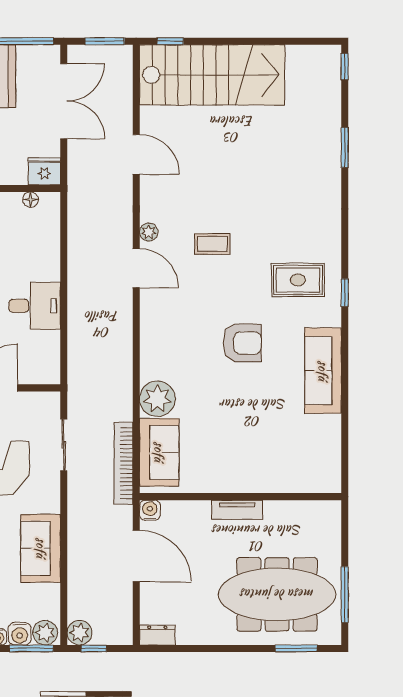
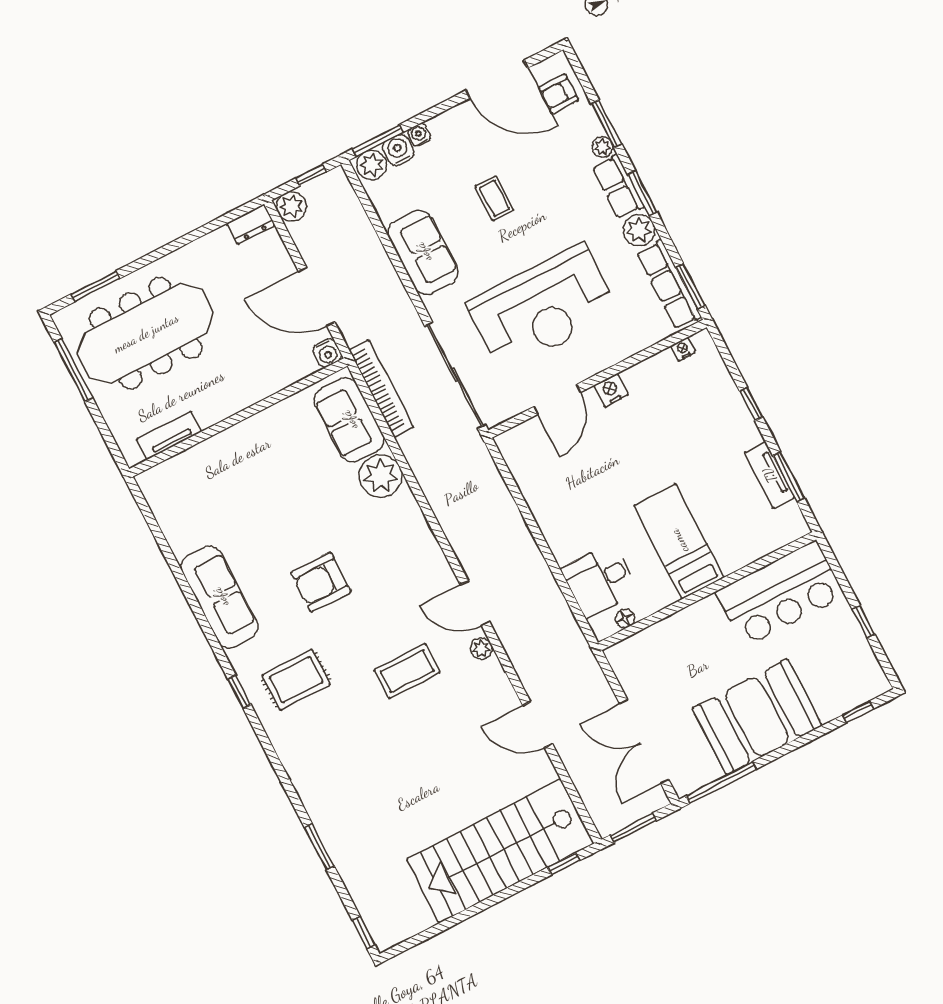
fridge: (44, 171) -> (626, 656), removed
coffee table: (212, 244) -> (407, 671), width x1.36, depth x1.30
desk: (35, 306) -> (600, 580), moved
sliding door: (64, 445) -> (455, 375), width x1.86
tv unit: (237, 510) -> (169, 435), moved
plant: (79, 633) -> (291, 206), moved

